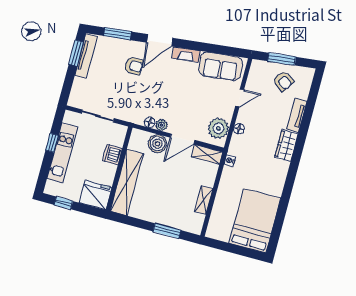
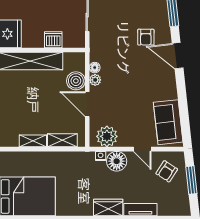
fireplace: (186, 54) -> (171, 85), removed
armchair: (283, 81) -> (167, 171), moved
floor lamp: (239, 129) -> (117, 161), width x1.89, depth x1.89
shelving: (207, 154) -> (62, 140), moved, turned 90
nightstand: (230, 160) -> (101, 156), moved

